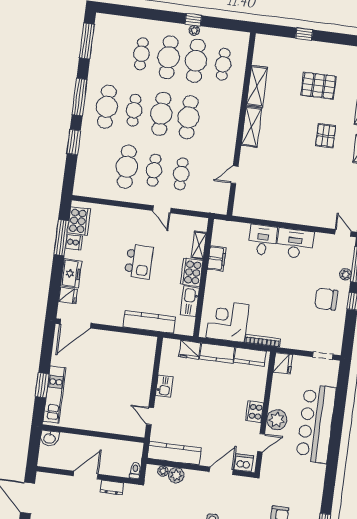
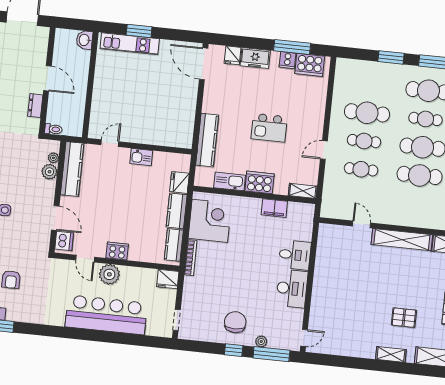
shelving: (252, 127) -> (402, 240), width x1.47
shelving: (199, 245) -> (303, 191), moved

